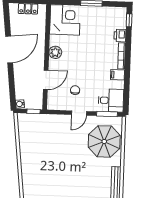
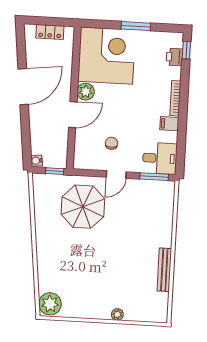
corner desk: (65, 20) -> (107, 56), width x1.36, depth x1.36
printer: (120, 36) -> (174, 57), moved
door: (46, 80) -> (73, 115), moved
parasol: (104, 141) -> (83, 207), moved

